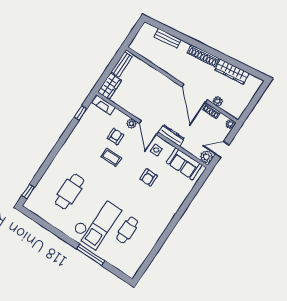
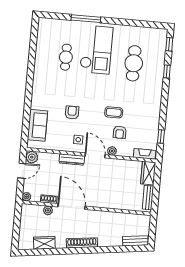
bench: (168, 38) -> (135, 241), moved
wardrobe: (232, 72) -> (44, 243), width x0.67
sofa: (184, 164) -> (37, 125), moved, turned 90
window: (44, 168) -> (167, 72), added
checkout: (96, 222) -> (96, 50), turned 180

